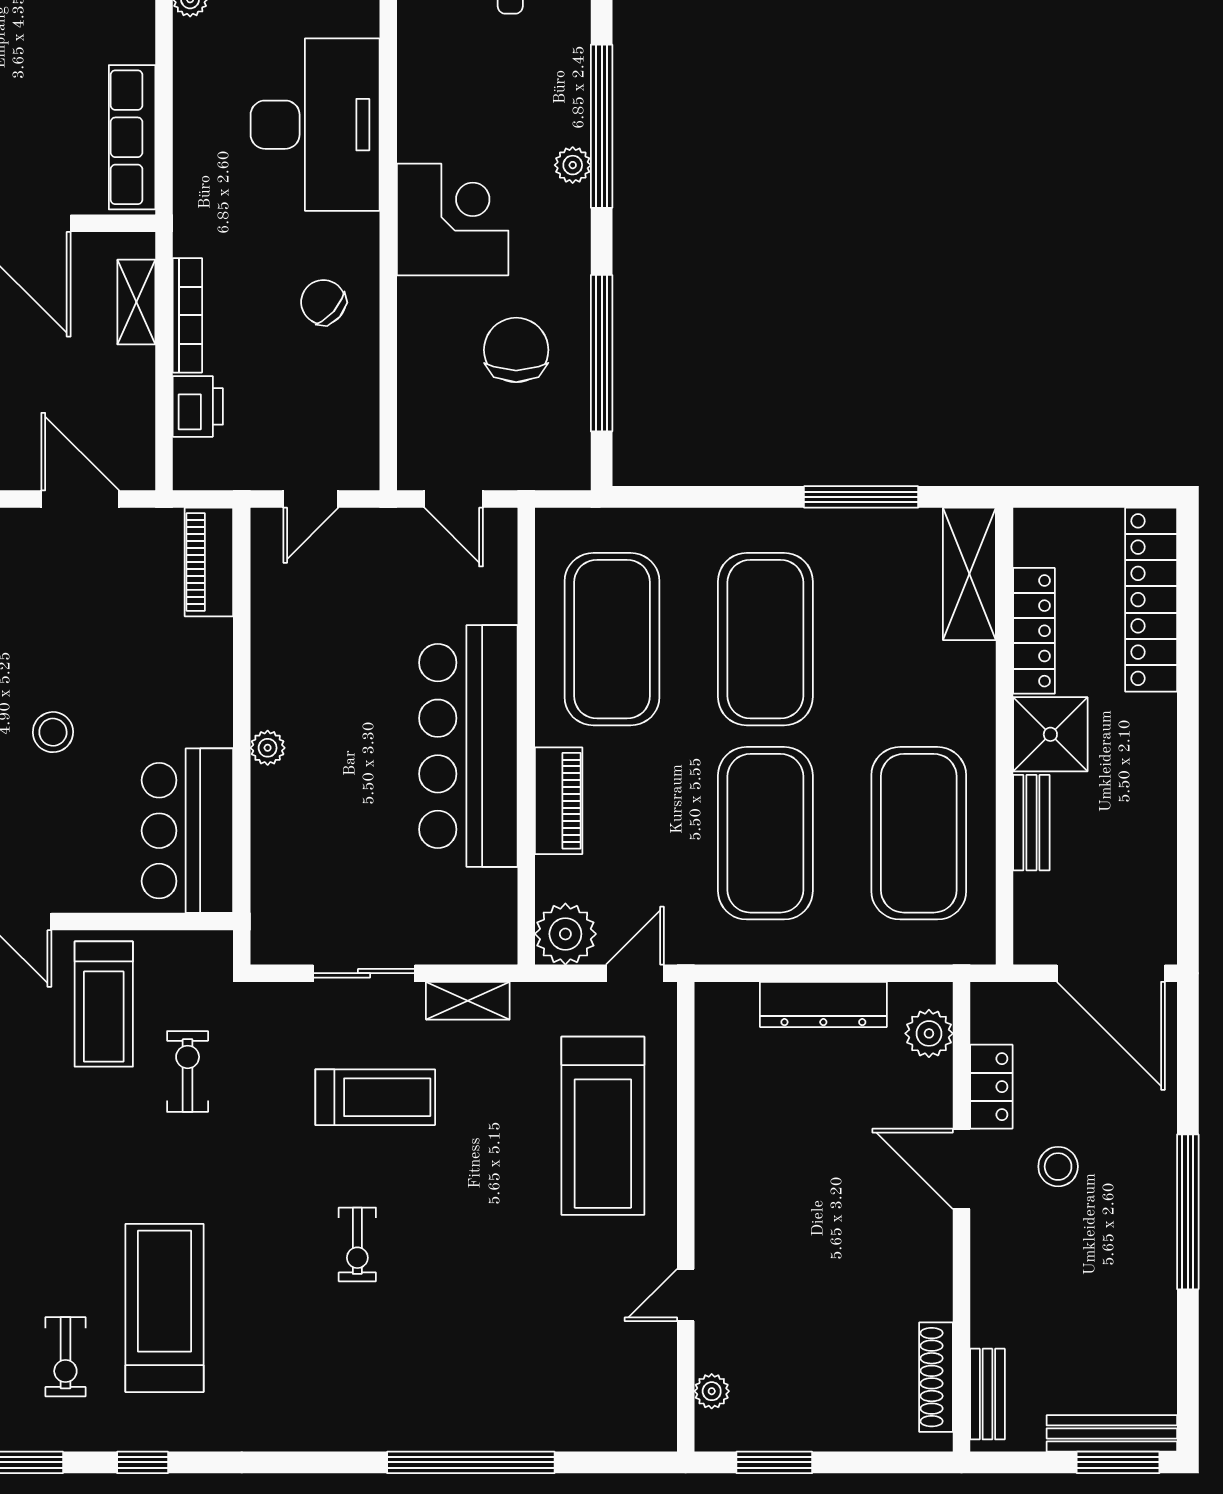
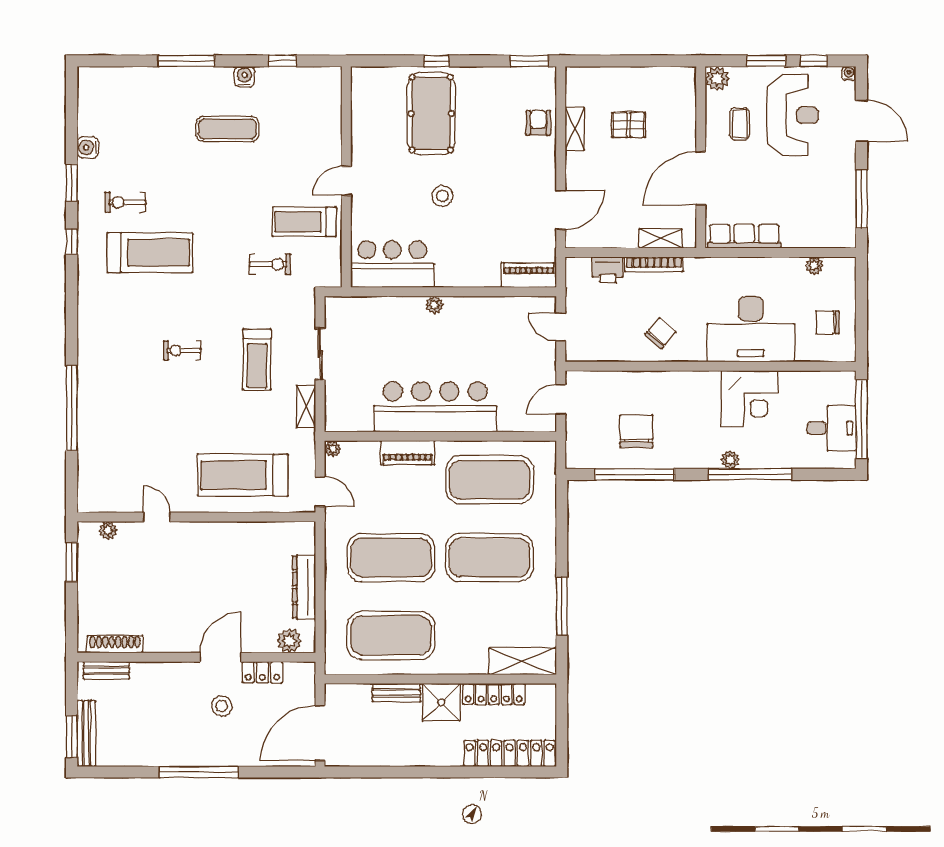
corner desk: (453, 219) -> (749, 399), moved
chair: (516, 350) -> (636, 431), turned -90
plant: (565, 934) -> (333, 449), width x0.53, depth x0.53

